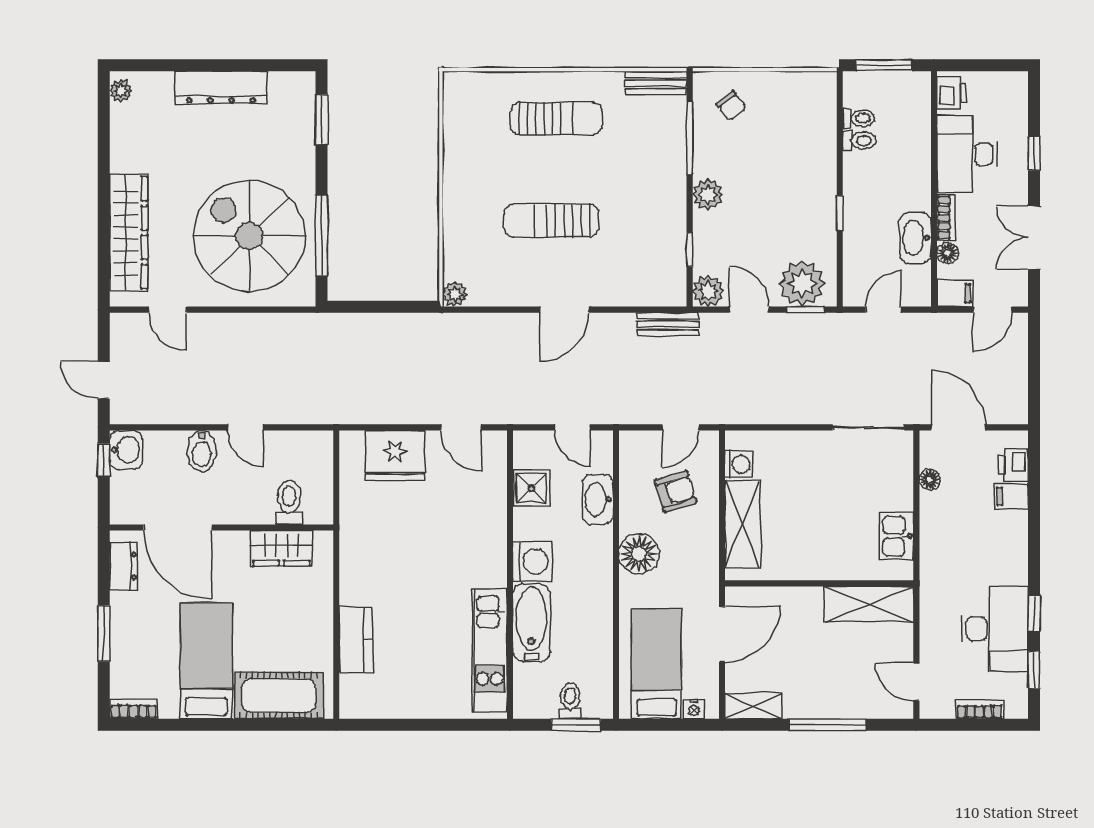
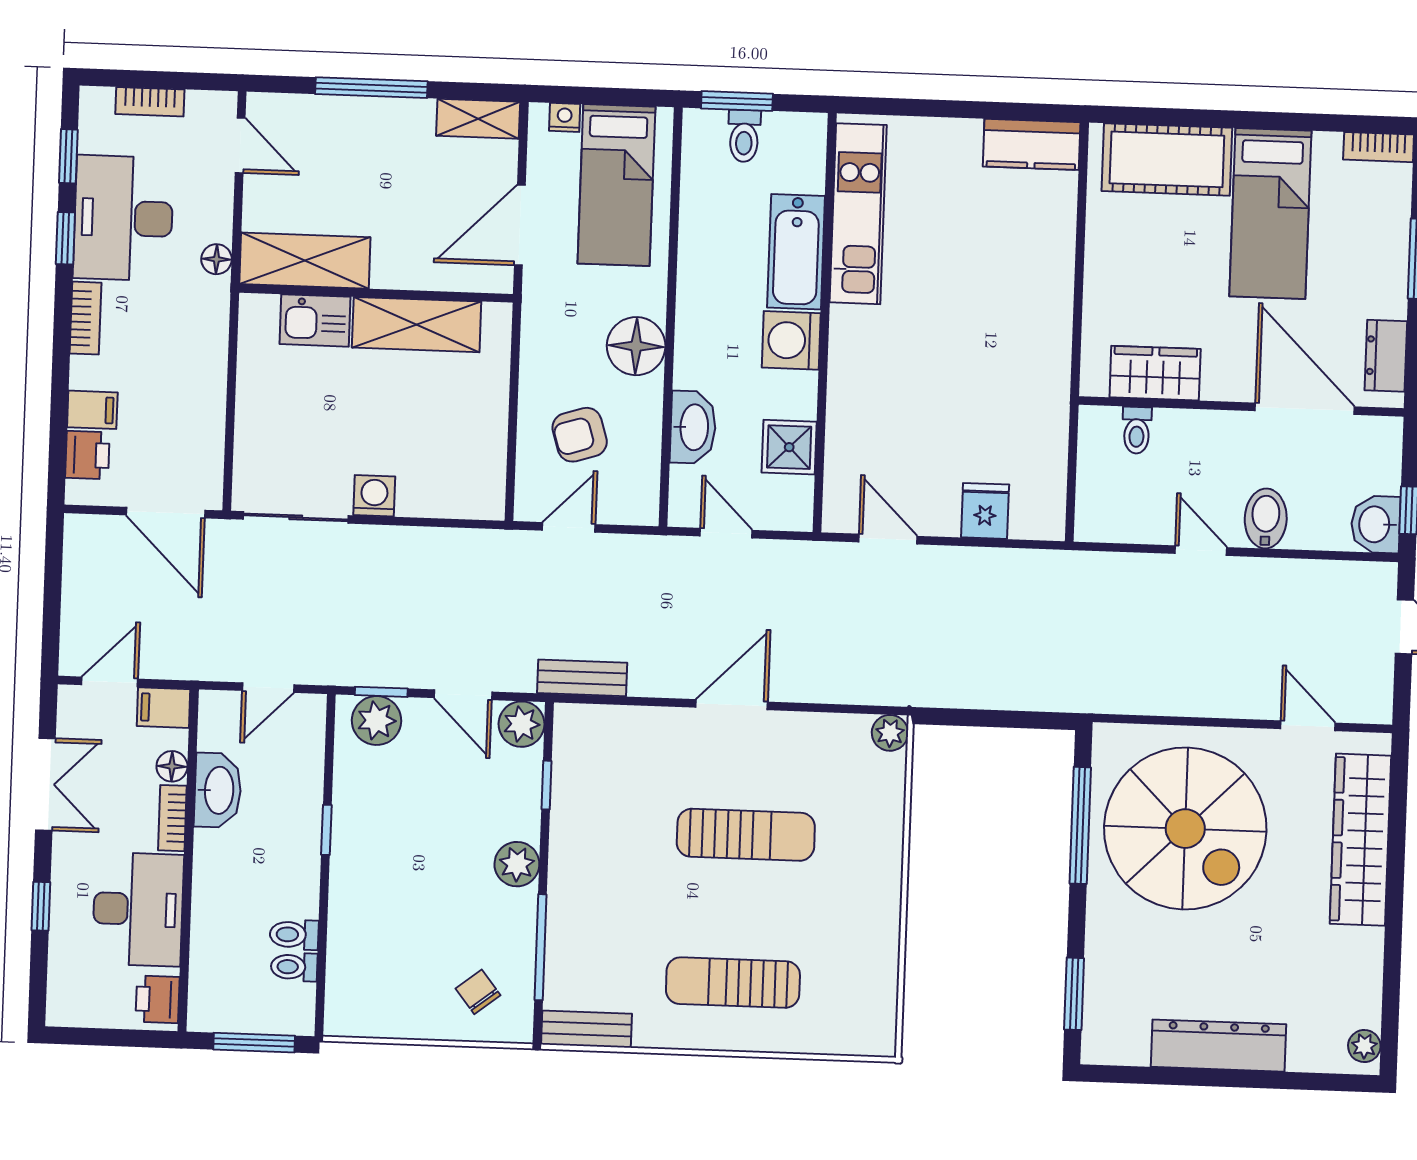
plant: (802, 284) -> (377, 721), width x0.73, depth x0.73
fridge: (395, 456) -> (985, 511), width x0.53, depth x0.75
washing machine: (739, 464) -> (374, 496), moved, turned 90
floor lamp: (930, 480) -> (217, 259), moved
toilet: (289, 502) -> (1137, 430), width x0.73, depth x0.72
shelving: (742, 524) -> (417, 325), moved, turned 90
kitchen sink: (896, 536) -> (315, 320), moved, turned 90
bookcase: (1018, 559) -> (86, 318), added
kitchen counter: (356, 640) -> (1032, 144), moved, turned -90

